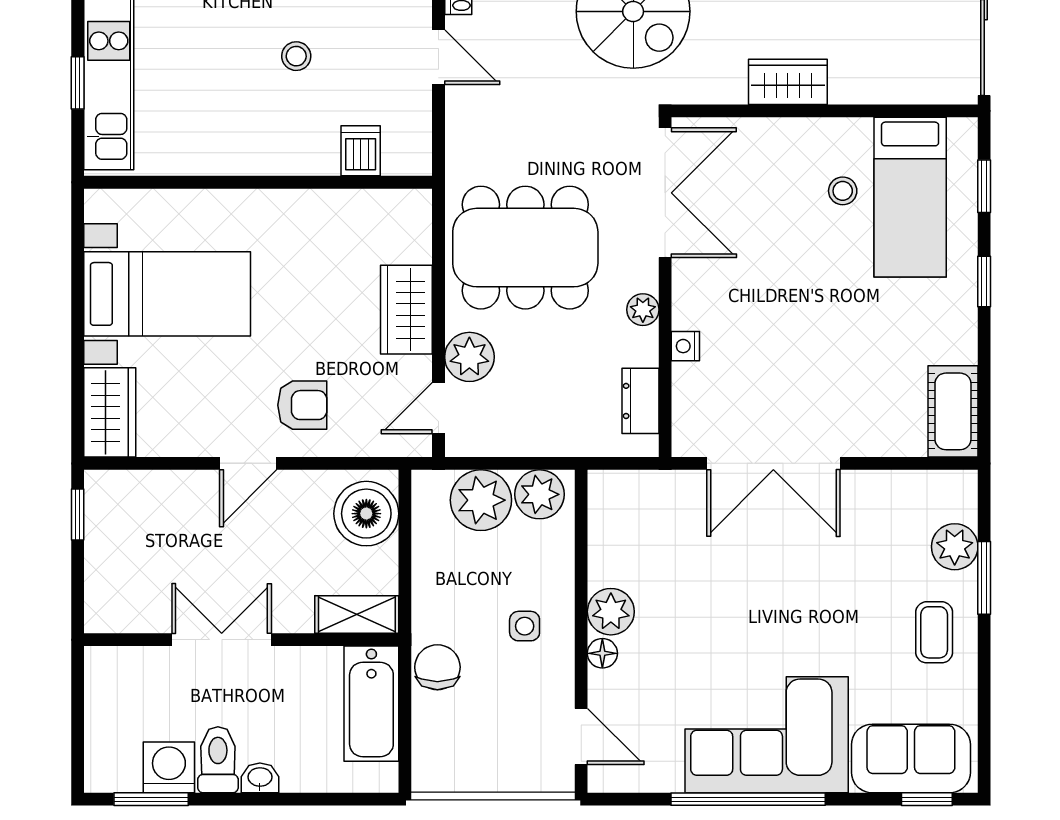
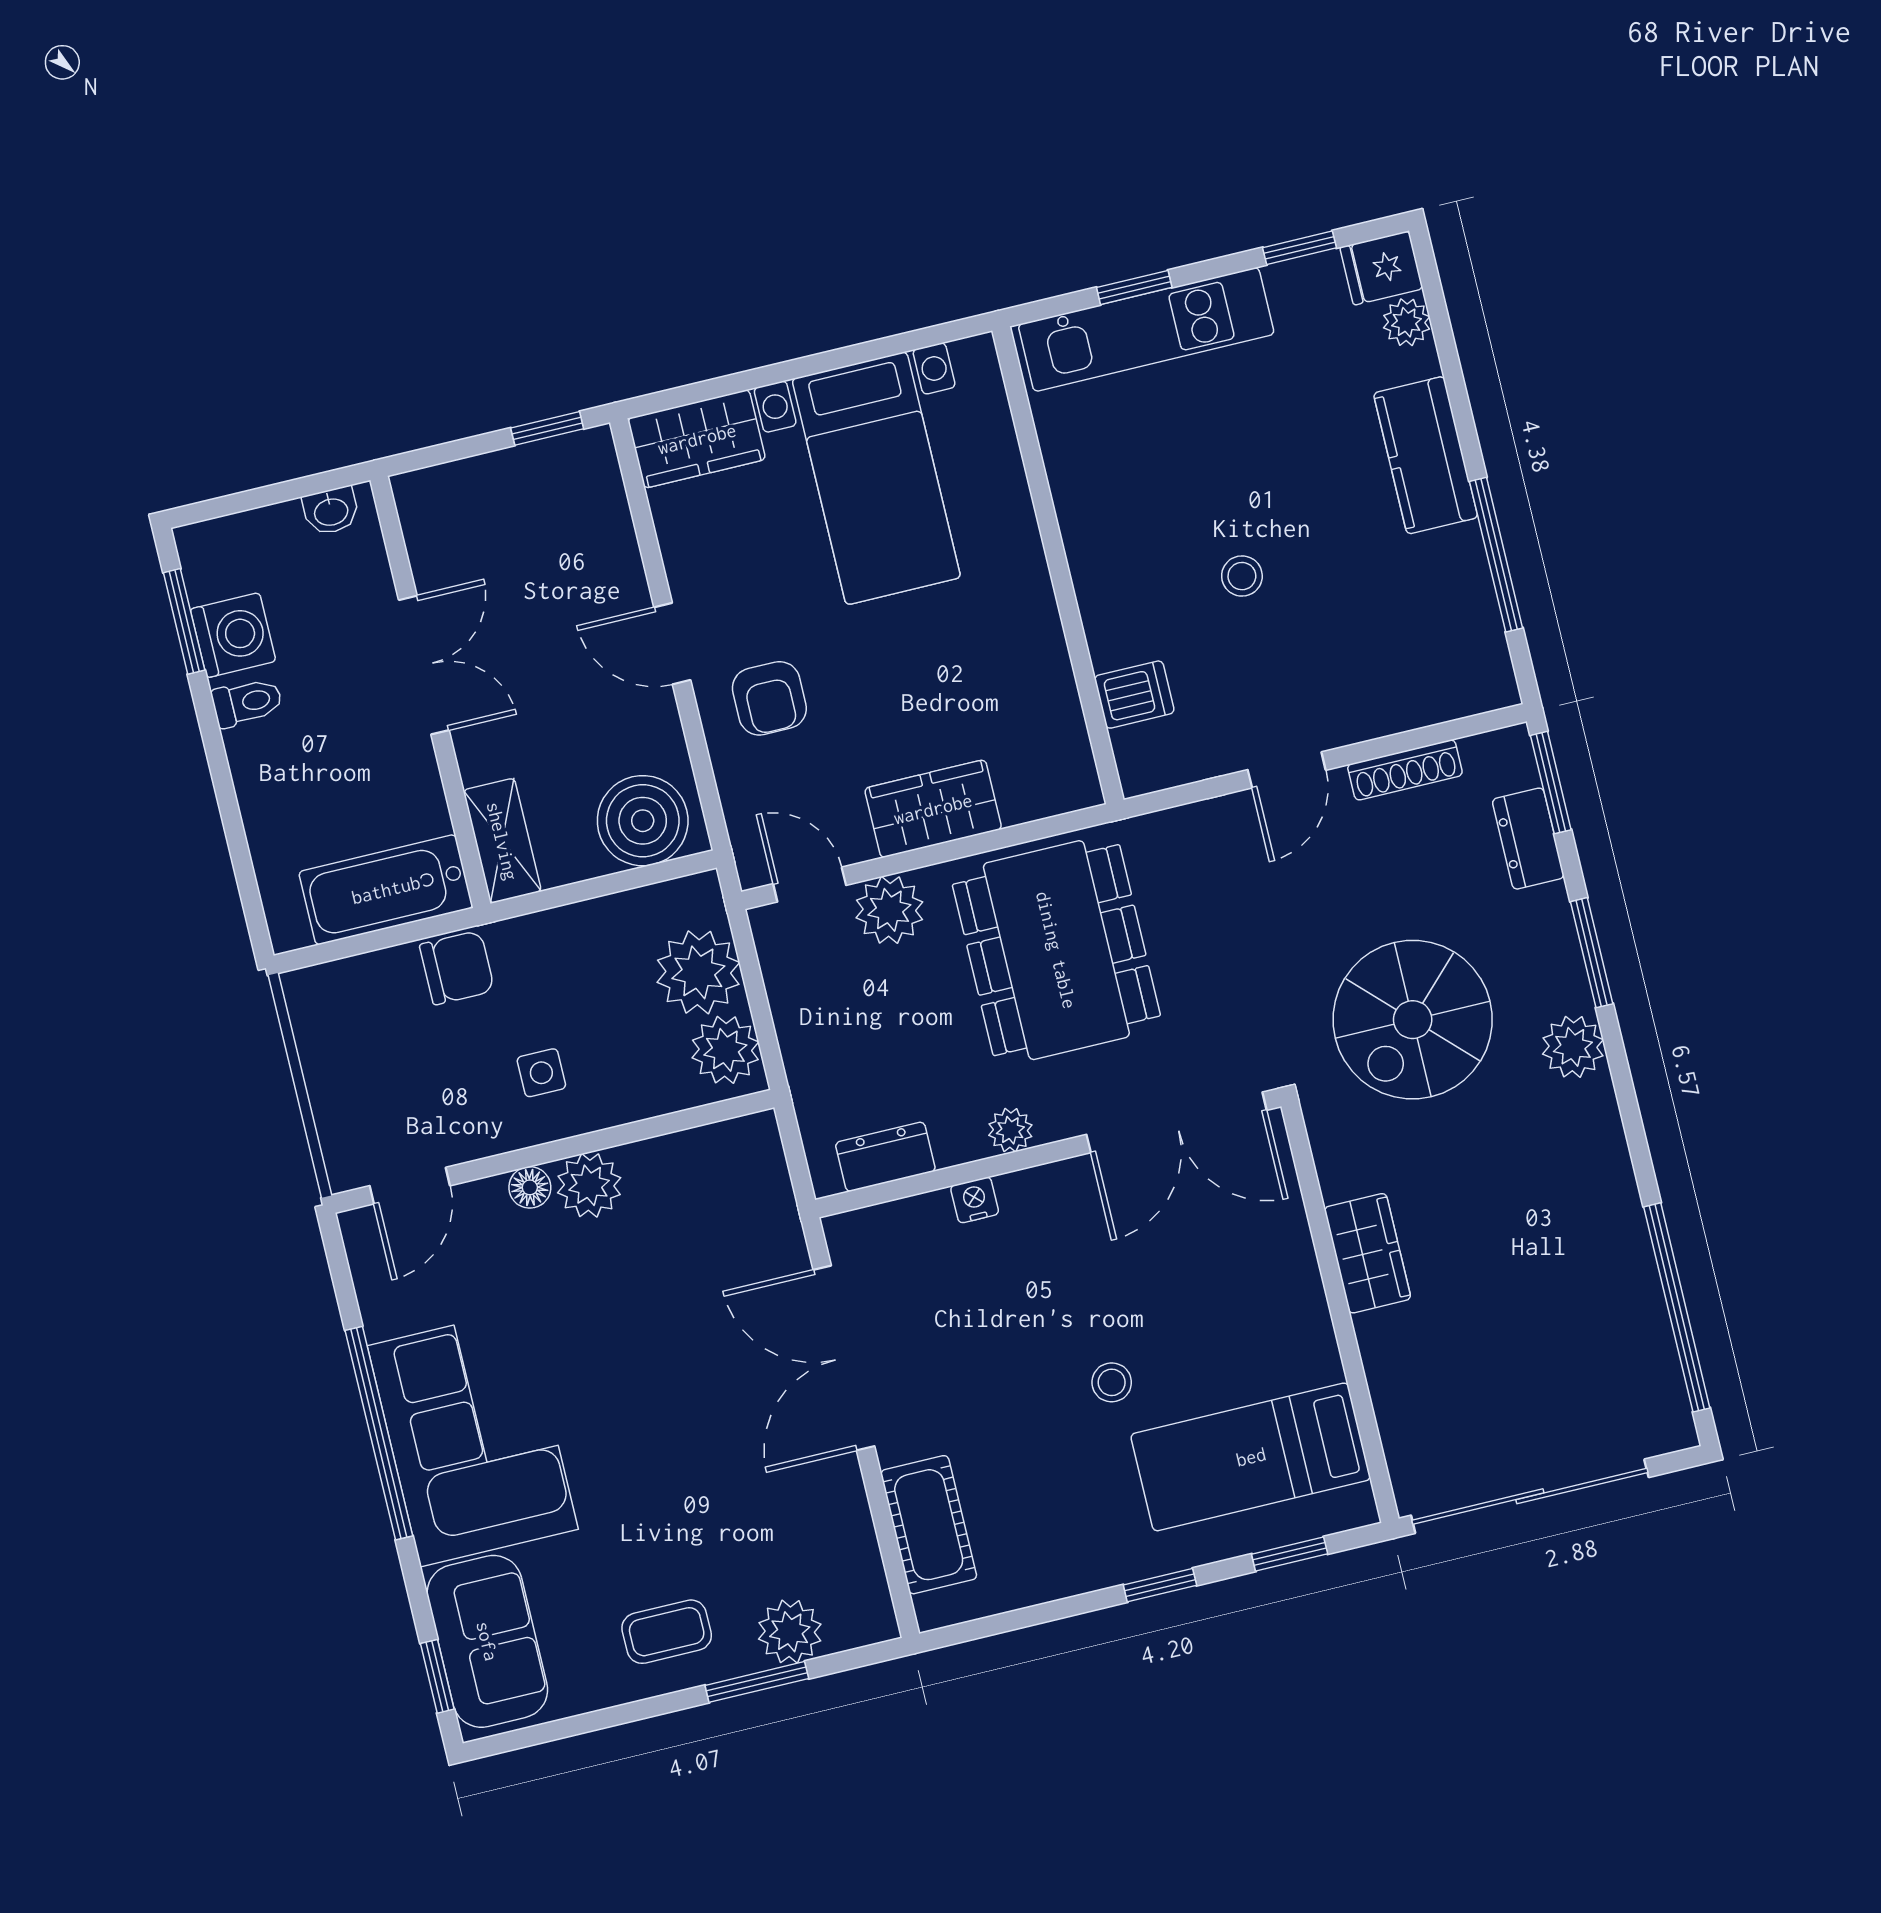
stool: (843, 191) -> (1112, 1382), moved
cot: (953, 411) -> (929, 1525), moved, turned 90
toilet: (218, 760) -> (247, 702), width x0.73, depth x0.72
washbasin: (260, 778) -> (331, 511), moved, turned 90

